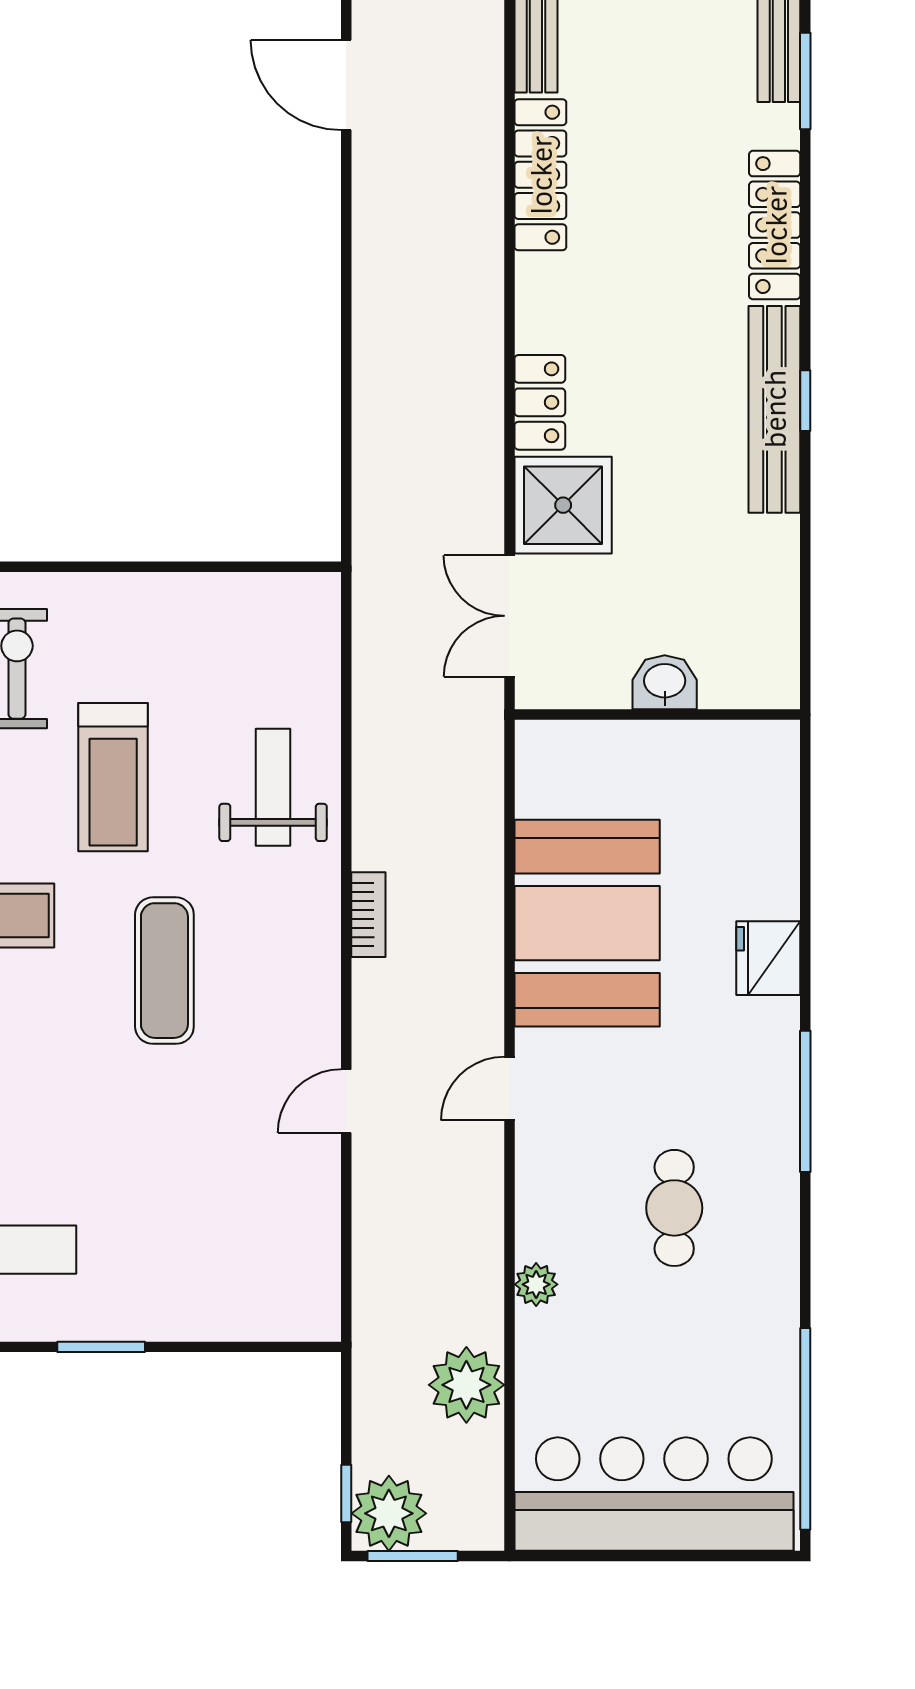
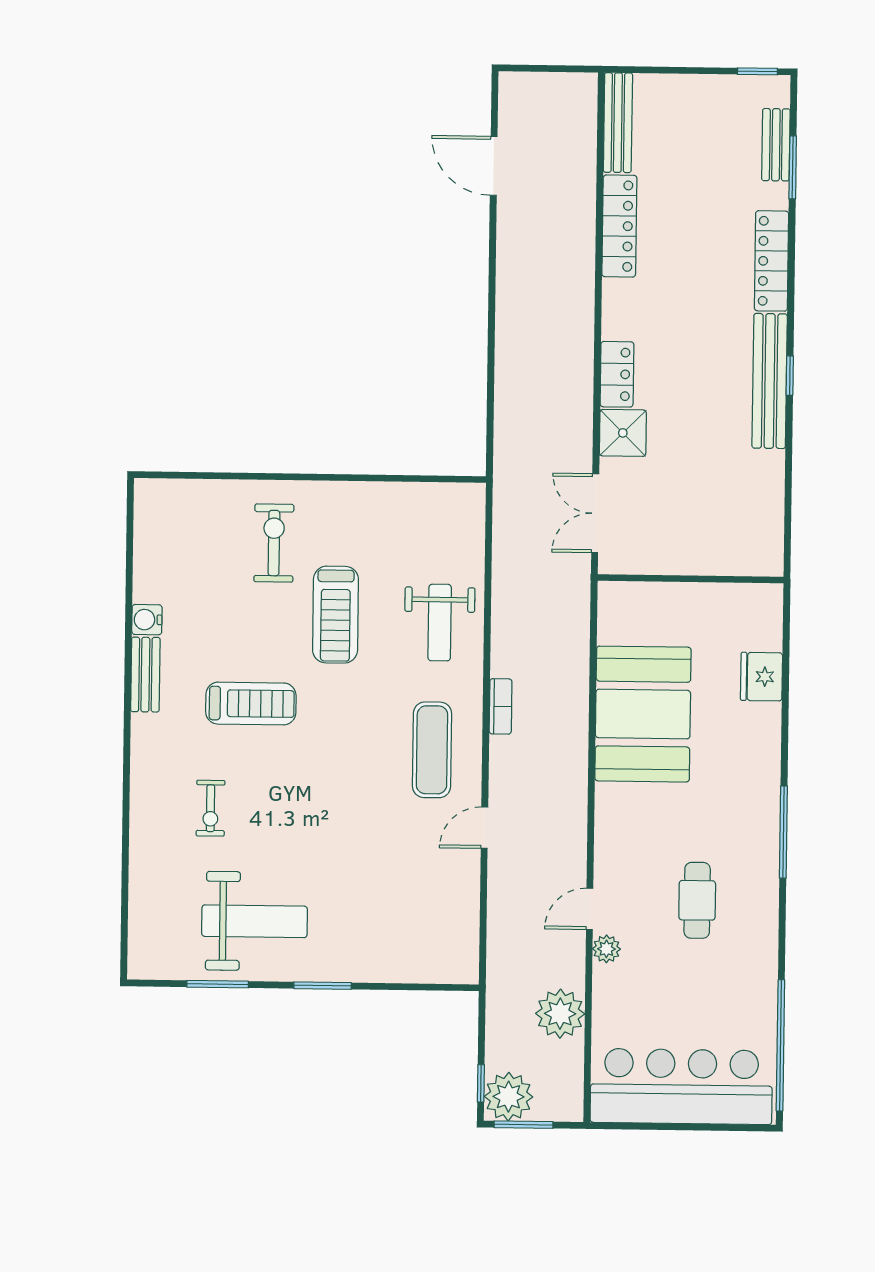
shower: (563, 505) -> (623, 433), width x0.73, depth x0.73
washbasin: (665, 682) -> (696, 558), removed
weight bench: (273, 787) -> (440, 623), turned 180
fridge: (768, 958) -> (761, 677), moved
exercise mat: (164, 971) -> (432, 750), moved
door: (509, 1089) -> (590, 909), moved

